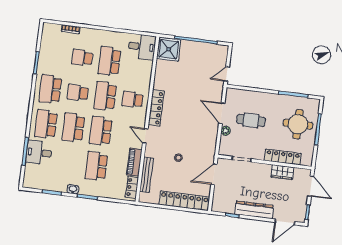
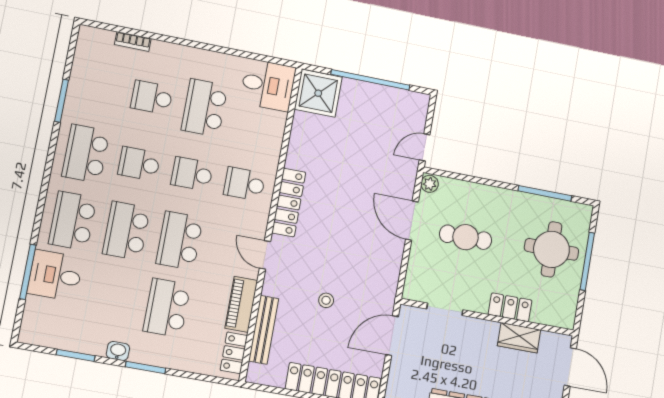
school desk: (105, 96) -> (192, 174), width x0.54
plant: (226, 131) -> (430, 184), moved
locker: (283, 157) -> (510, 307), width x0.66

